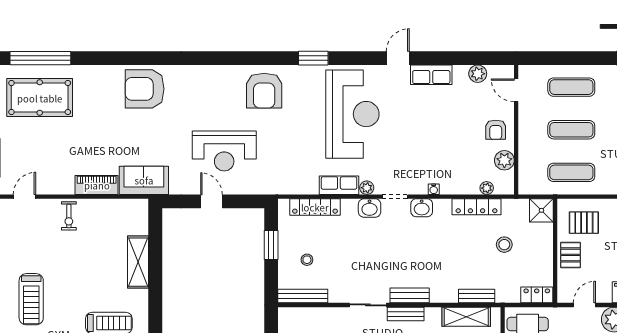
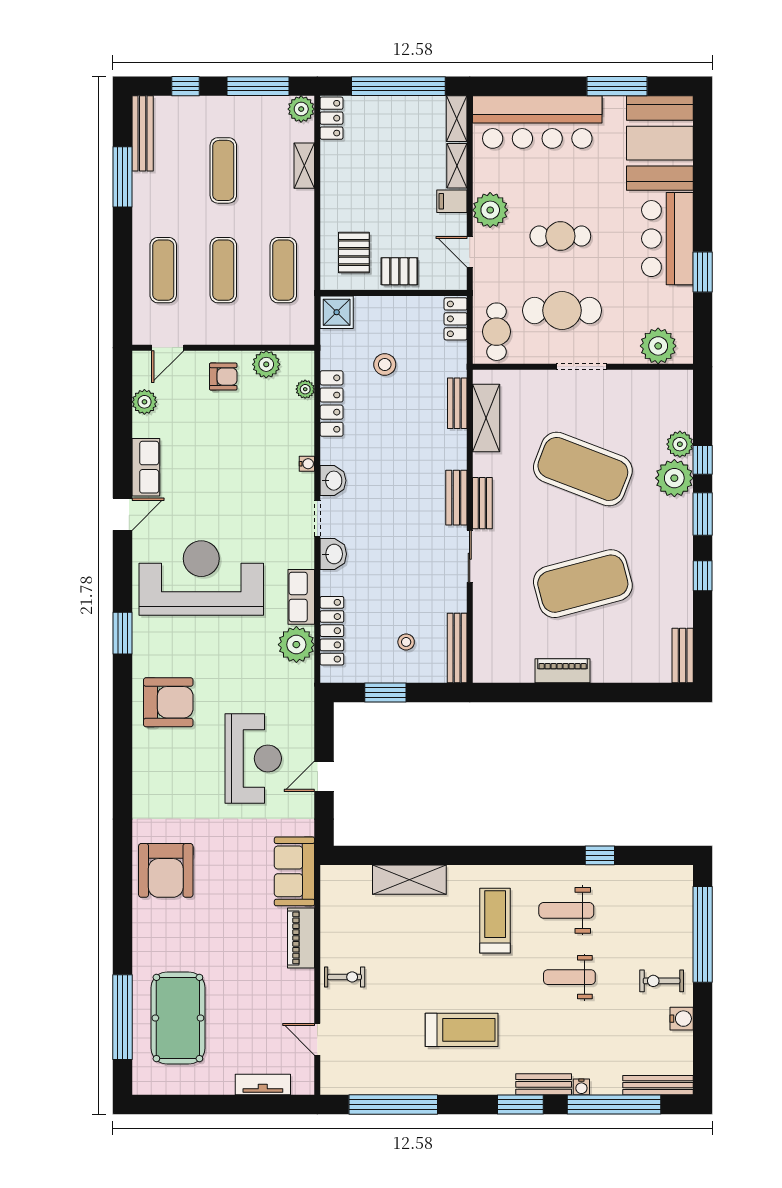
door: (398, 58) -> (123, 514), swing flipped
plant: (367, 188) -> (296, 645), moved, width x1.88, depth x1.88

